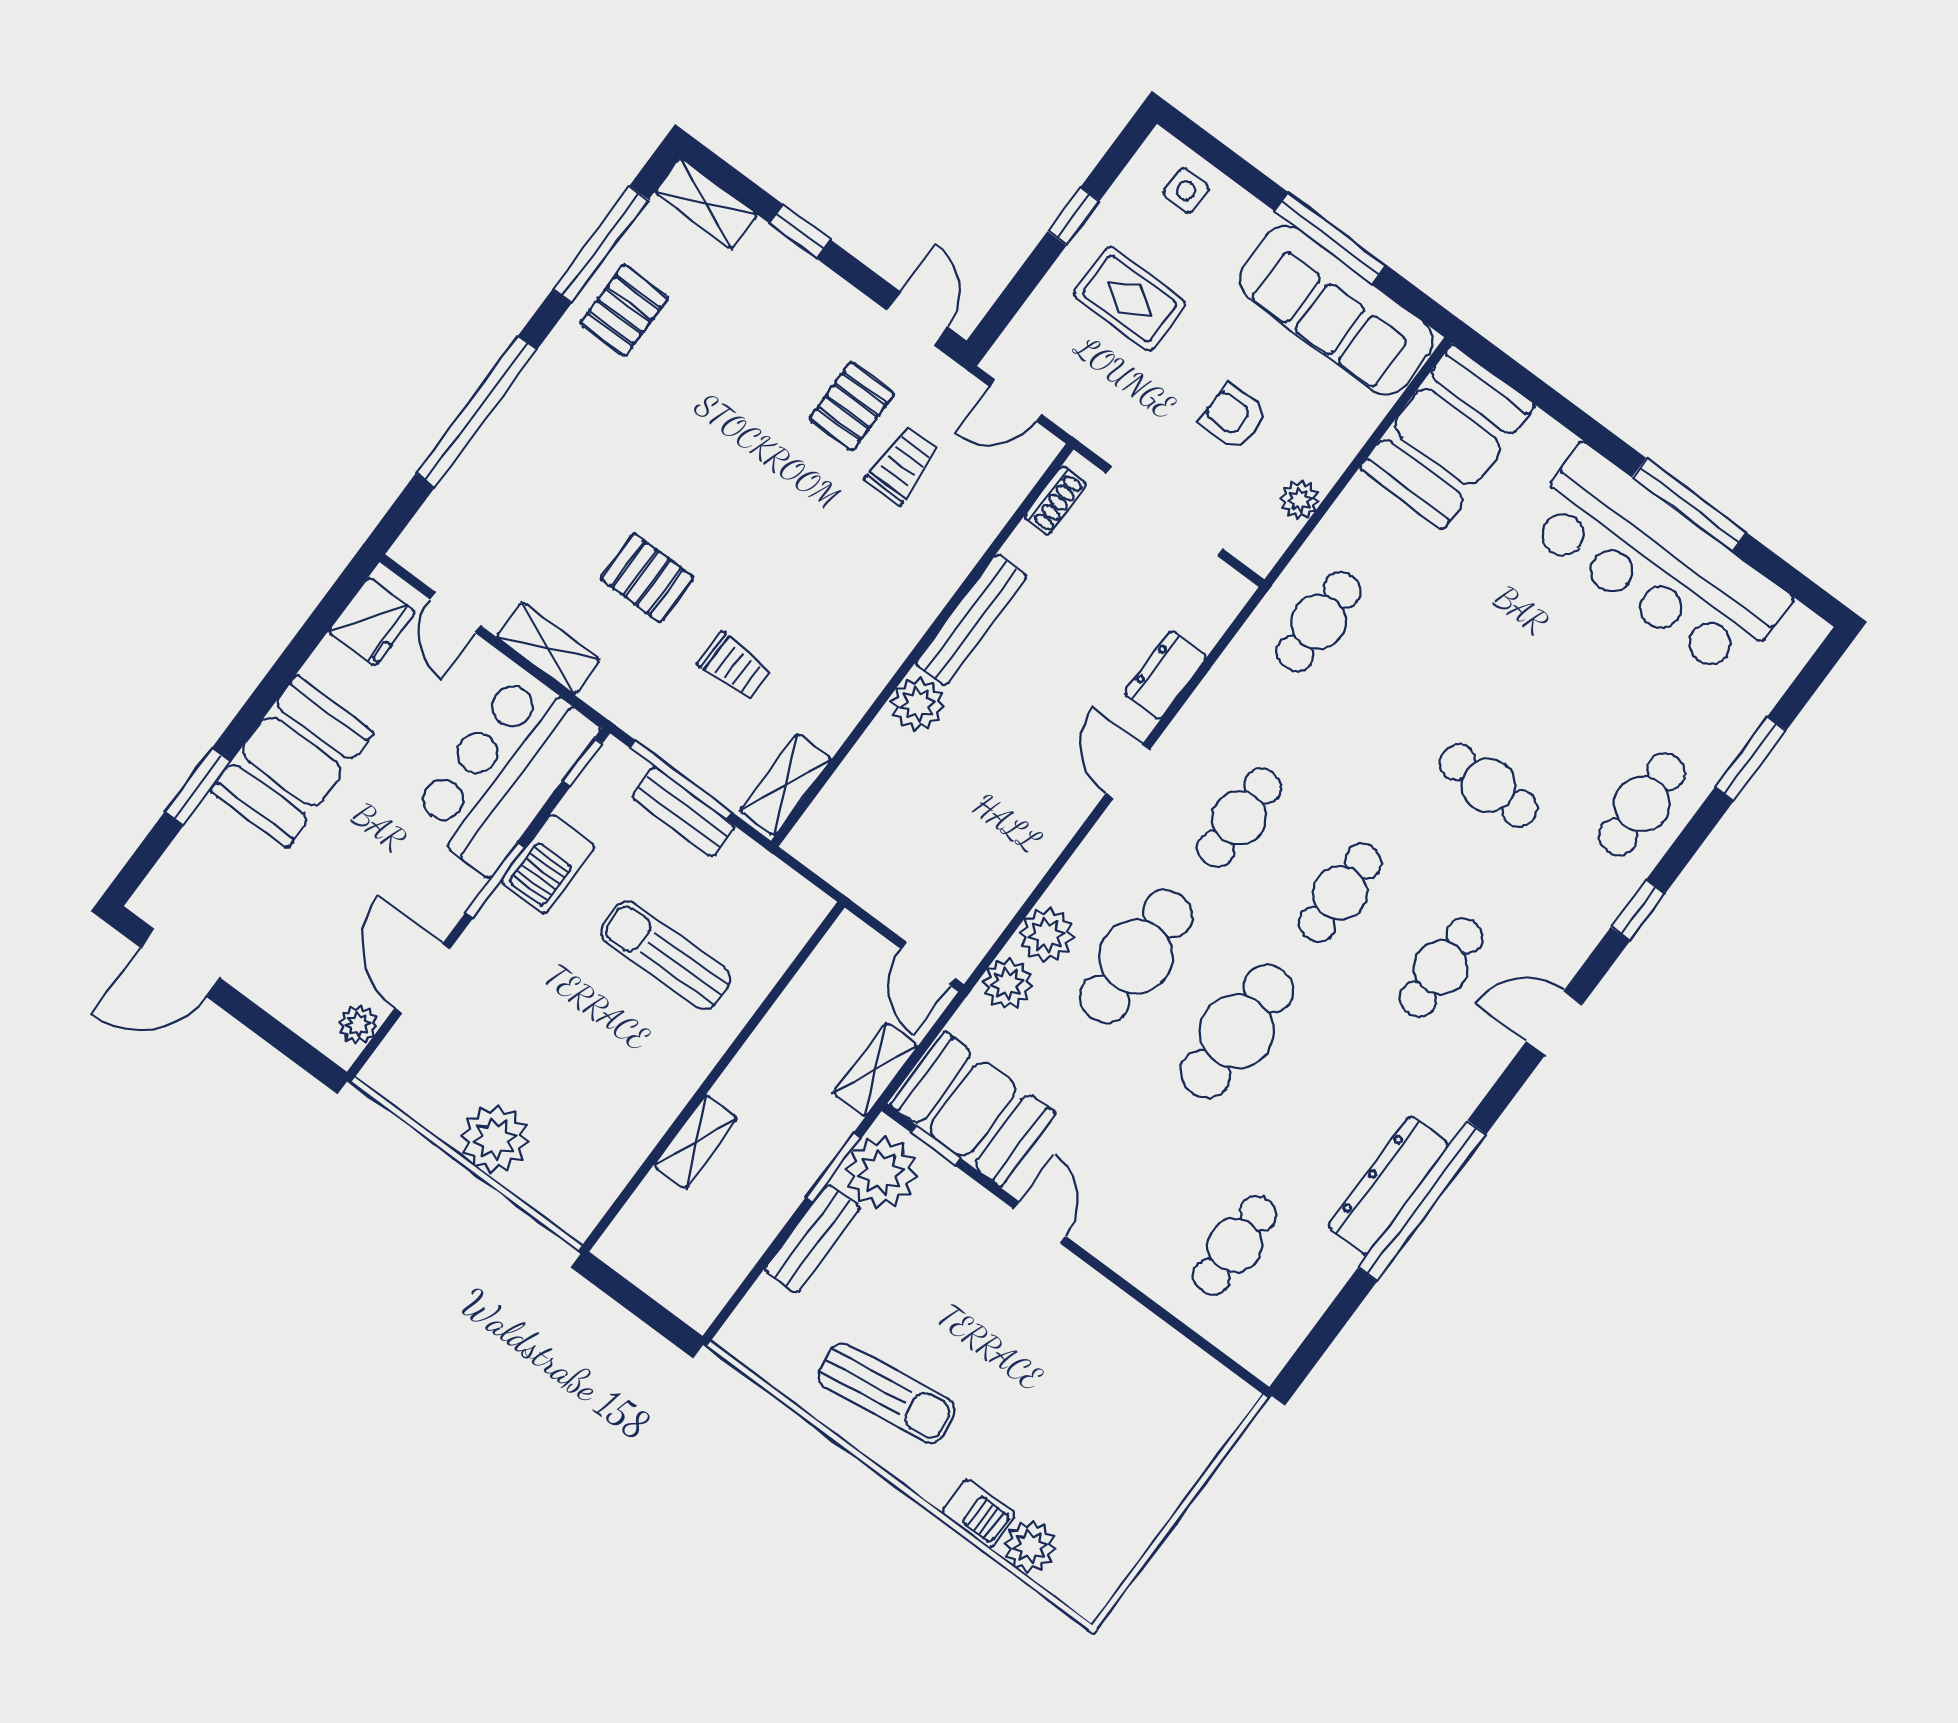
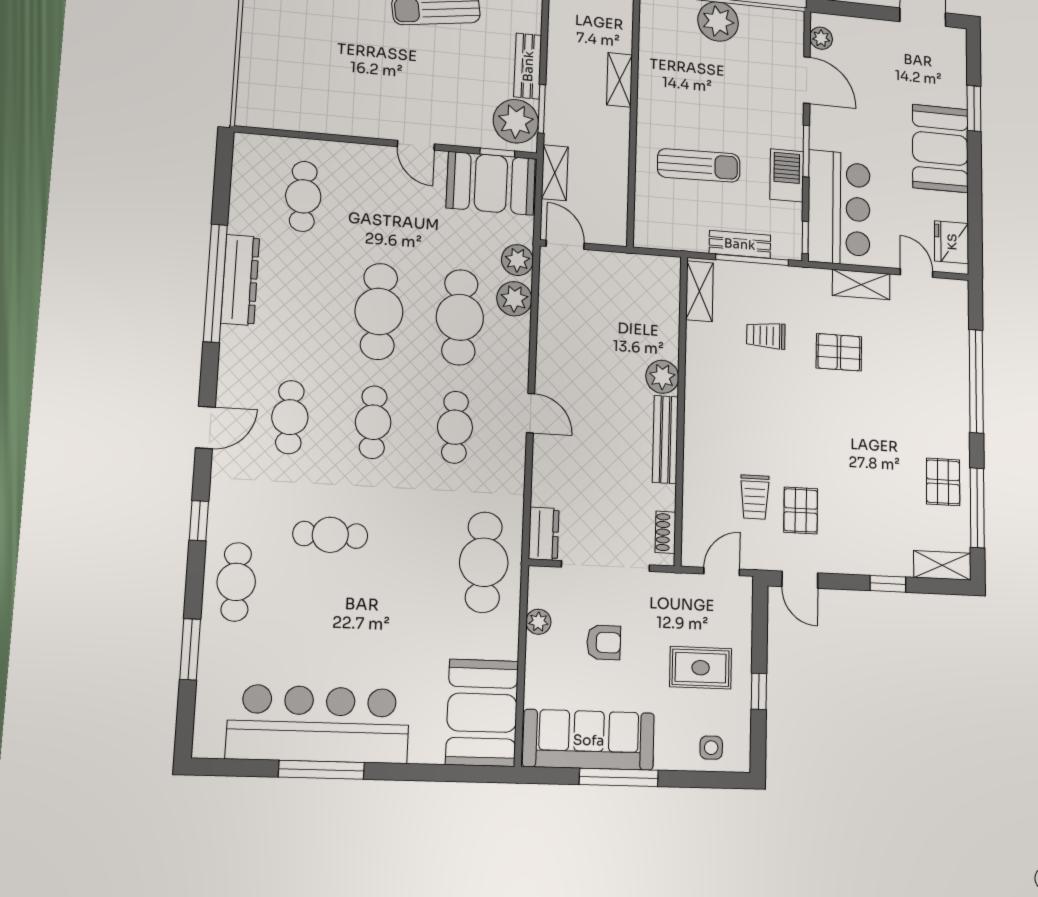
cafe table: (1319, 622) -> (484, 562), width x1.37, depth x1.35
dresser: (1166, 675) -> (544, 534), moved

